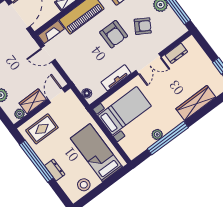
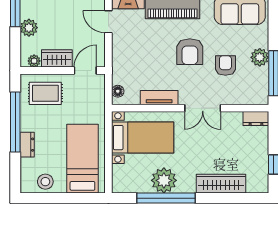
armchair: (143, 26) -> (225, 66), turned -121
dresser: (176, 53) -> (256, 119), moved
plant: (157, 134) -> (164, 180), width x1.88, depth x1.88

